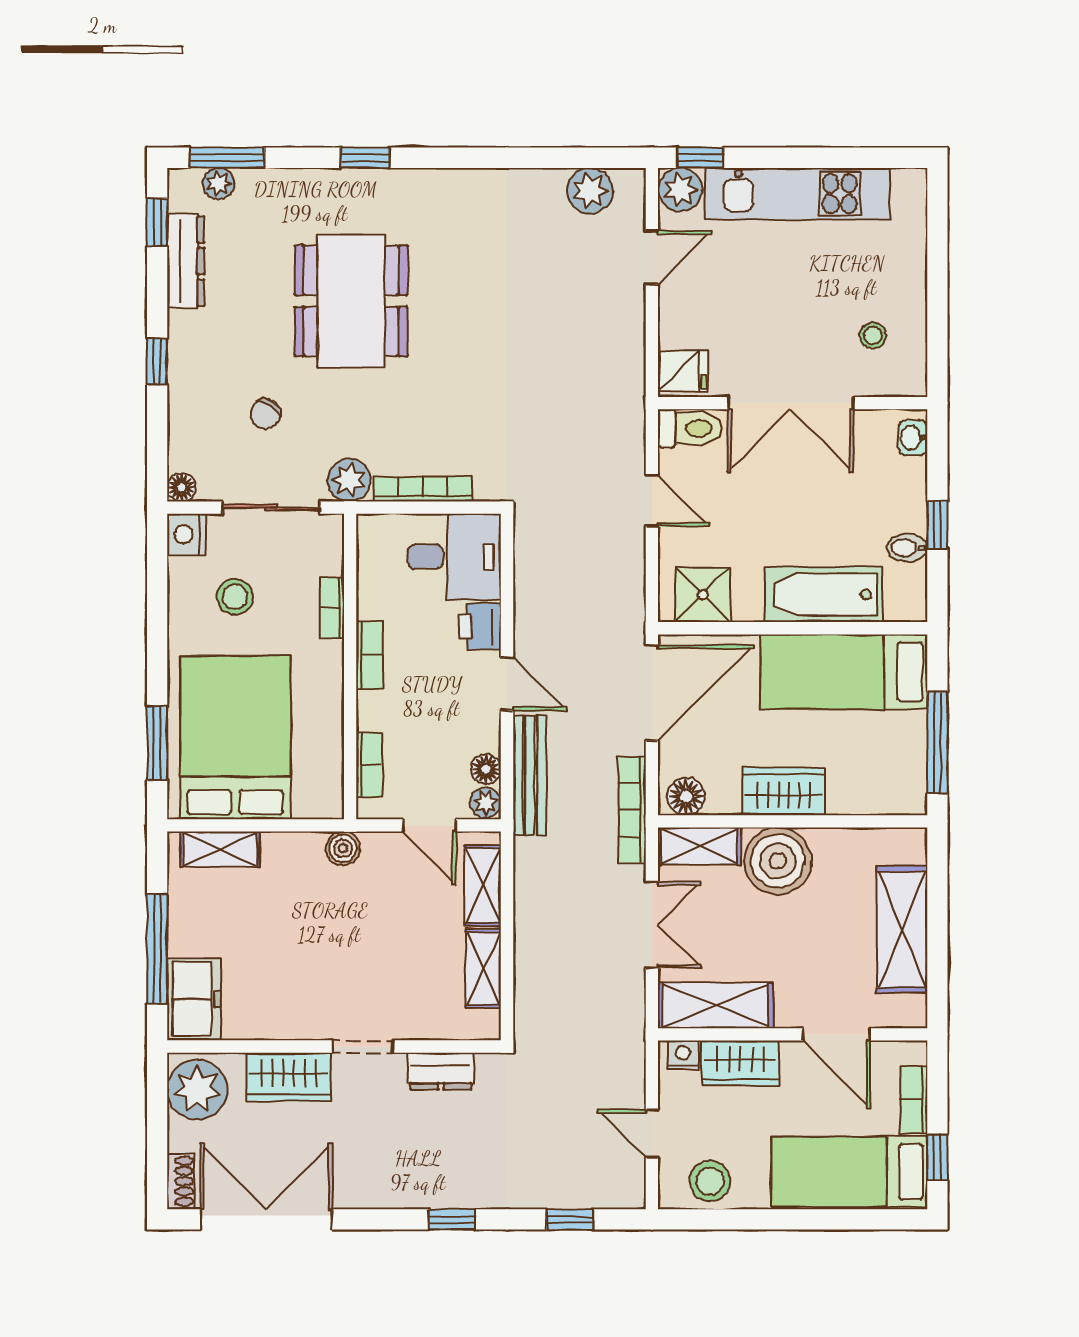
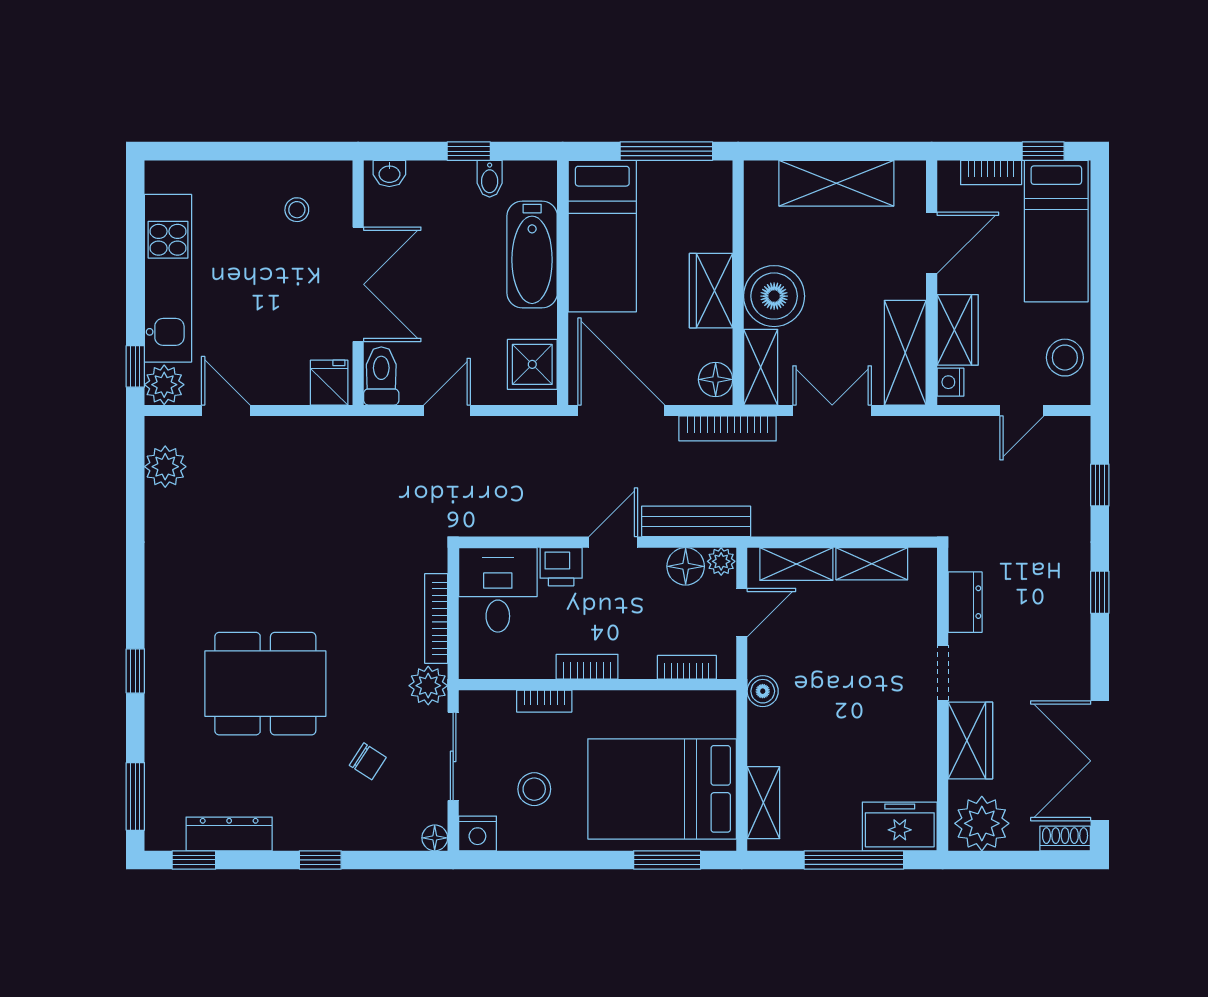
plant: (219, 183) -> (159, 804), removed
floor lamp: (486, 769) -> (686, 566), width x1.37, depth x1.37

